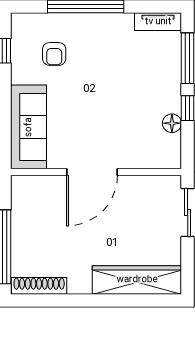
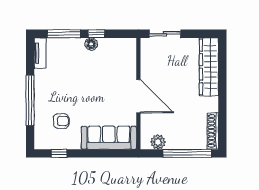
floor lamp: (172, 123) -> (91, 44), moved
plant: (22, 202) -> (158, 142), added

